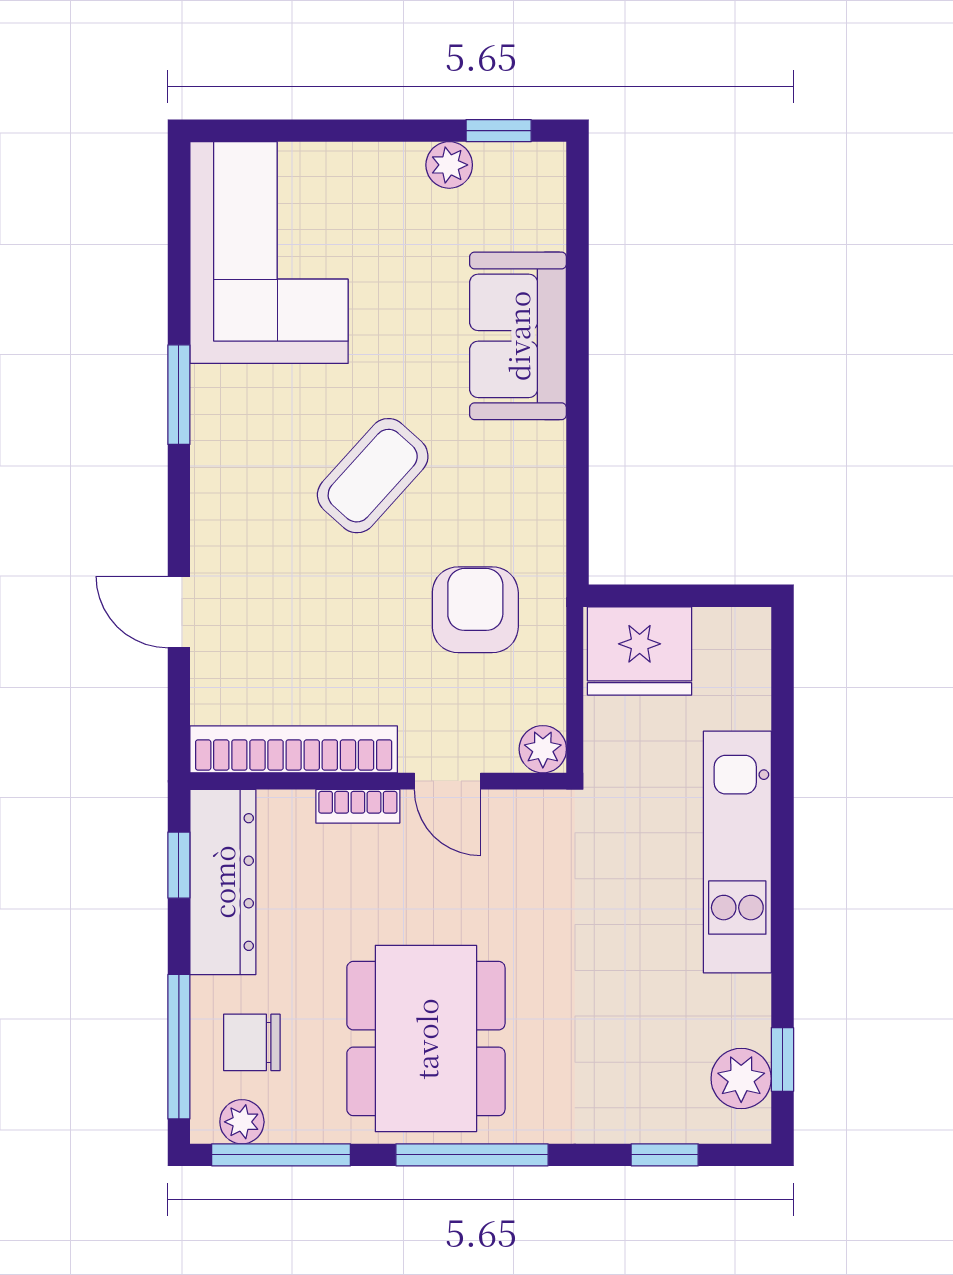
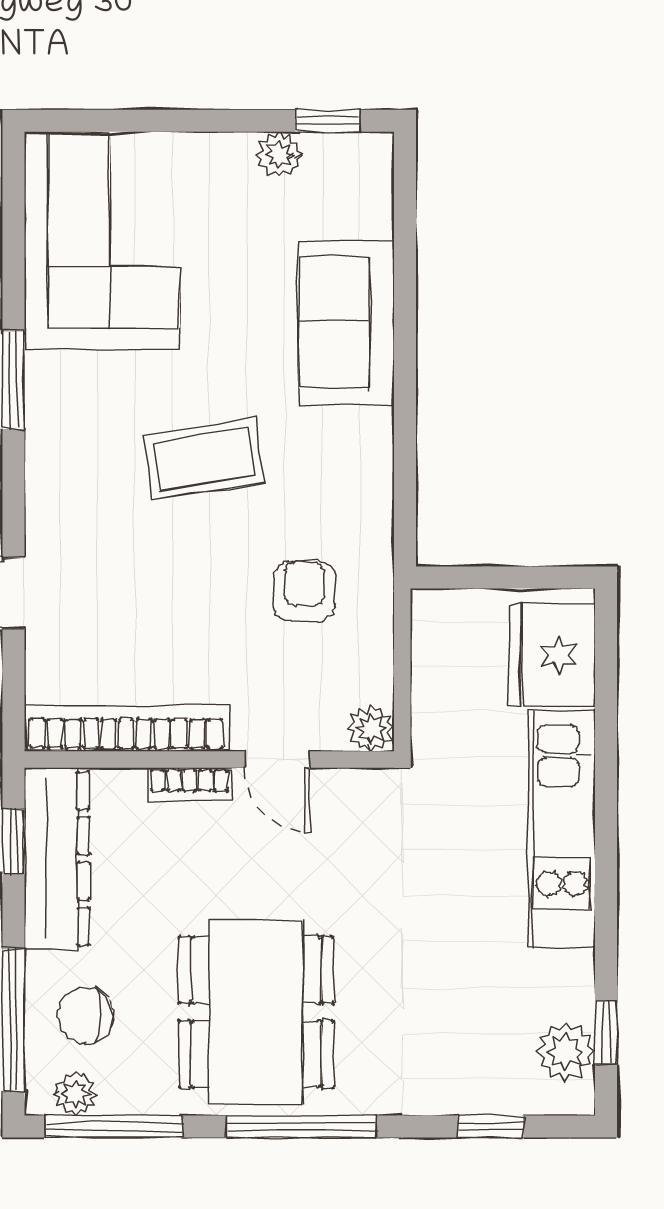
coffee table: (373, 476) -> (204, 460), turned 39
armchair: (475, 610) -> (305, 591), width x0.72, depth x0.72
fridge: (640, 651) -> (552, 655), moved, turned 90

